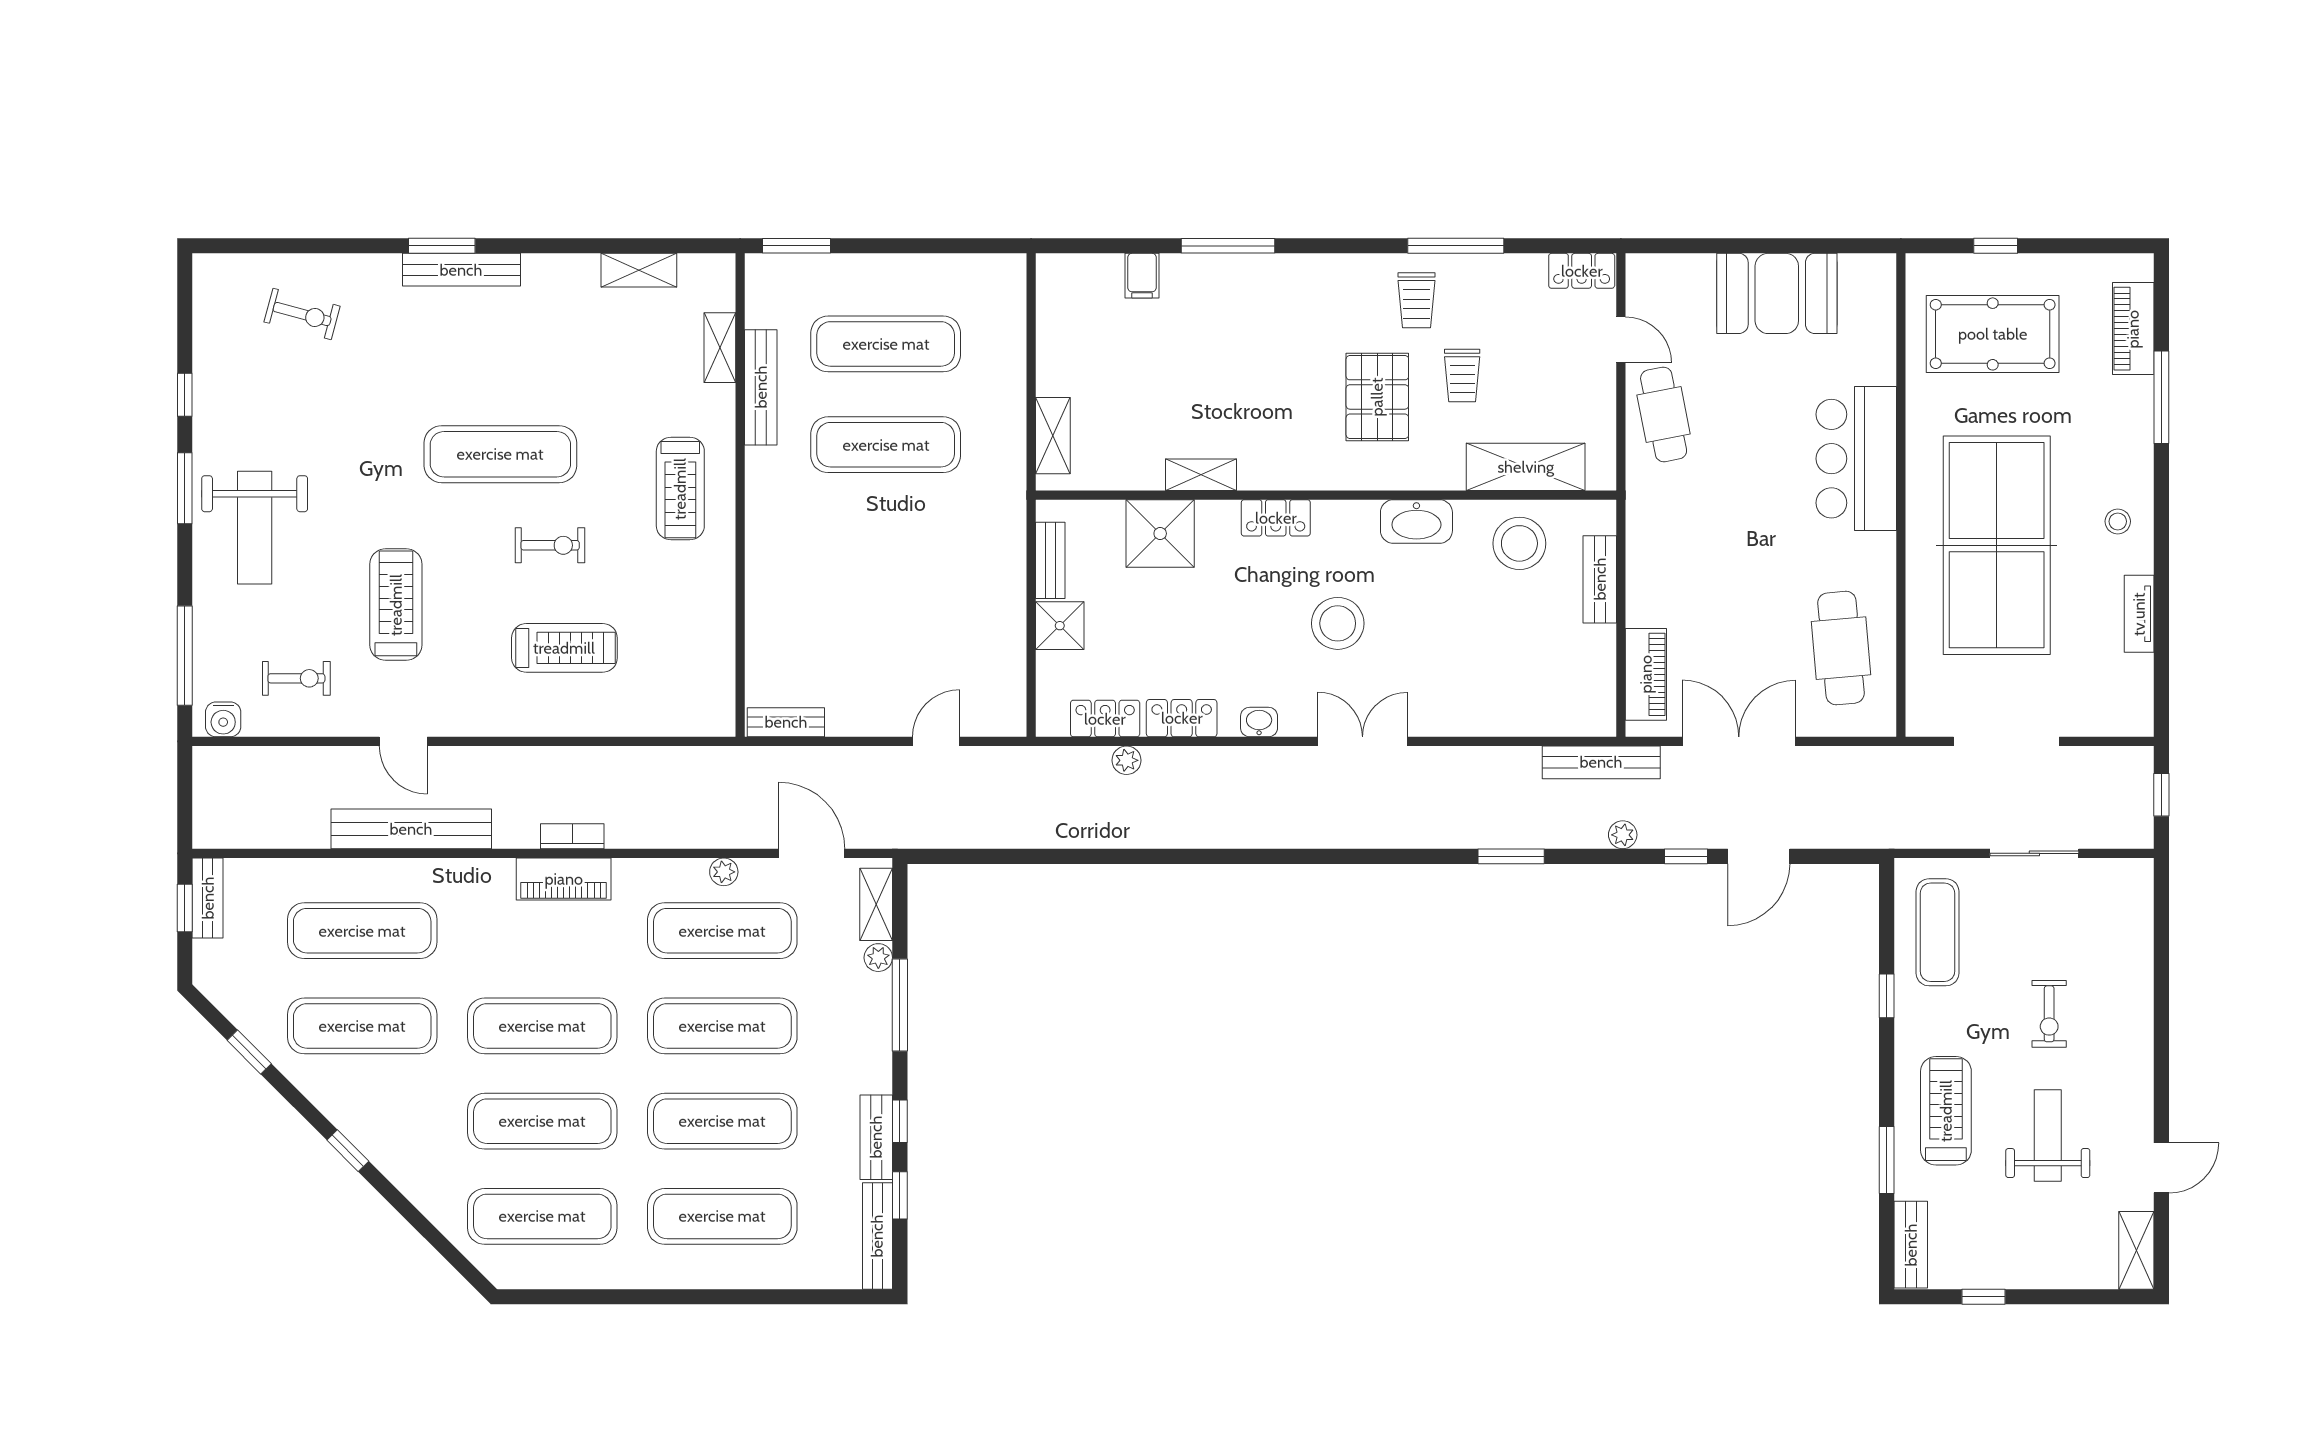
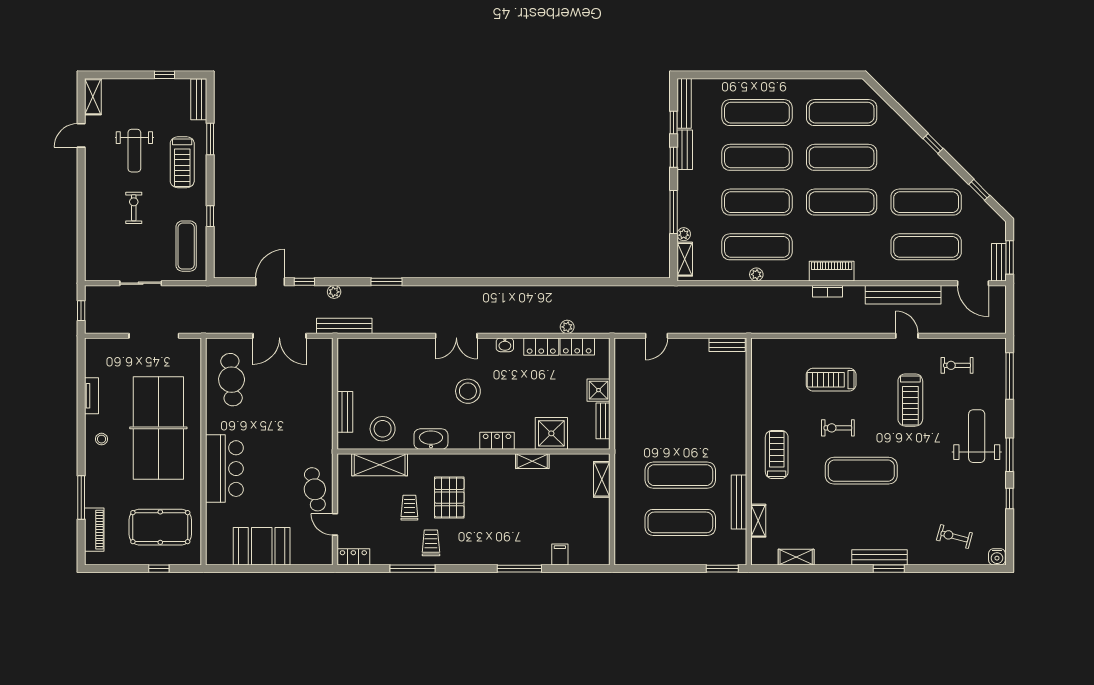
piano: (1646, 674) -> (323, 367), removed
water cooler: (223, 719) -> (997, 557), moved, turned 180
door: (812, 853) -> (973, 283), moved
window: (185, 908) -> (1010, 257), width x1.50

